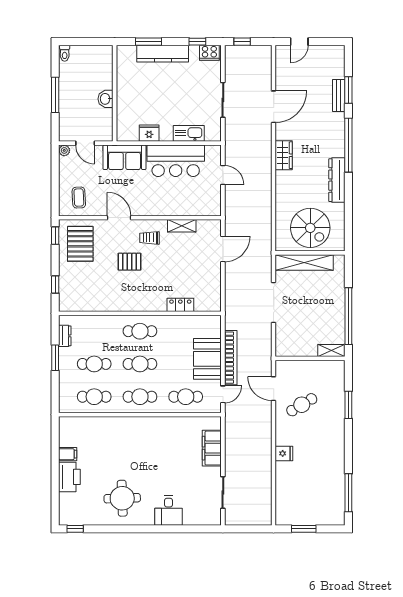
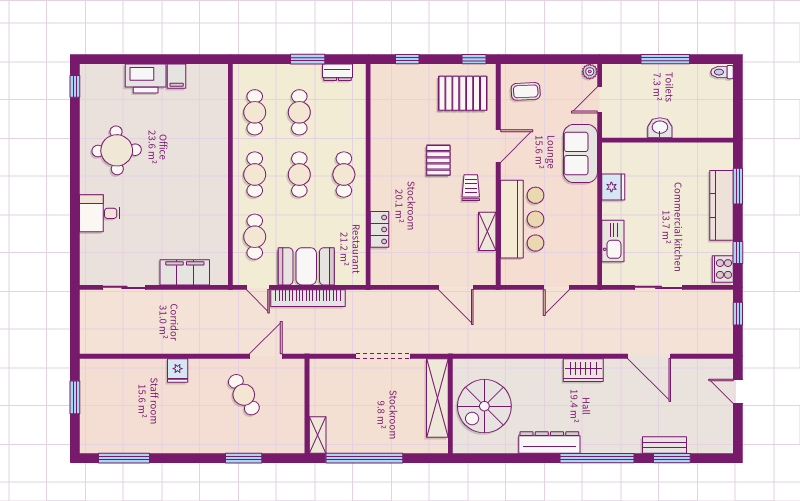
bar counter: (176, 161) -> (522, 219), moved, turned 180

